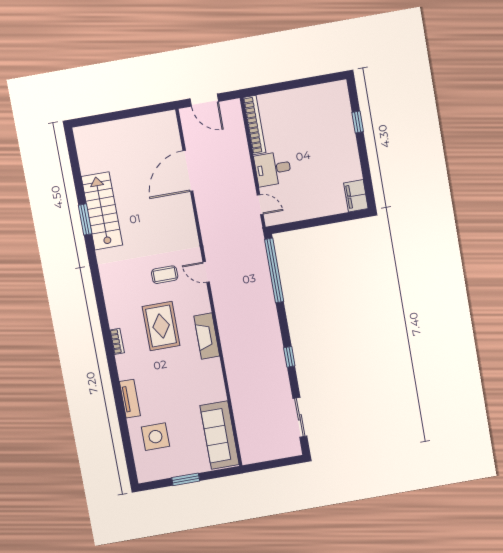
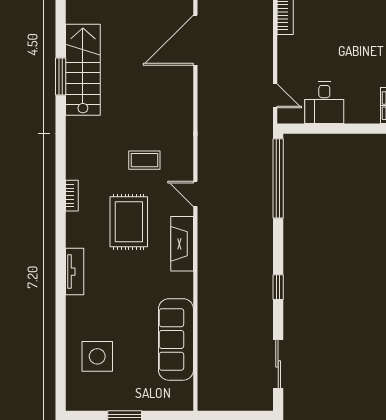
desk: (273, 169) -> (324, 103), moved, turned -90
door: (206, 272) -> (195, 194), moved
bookcase: (117, 341) -> (72, 196), moved
tv unit: (130, 399) -> (75, 272), moved
sofa: (220, 435) -> (176, 339), moved

